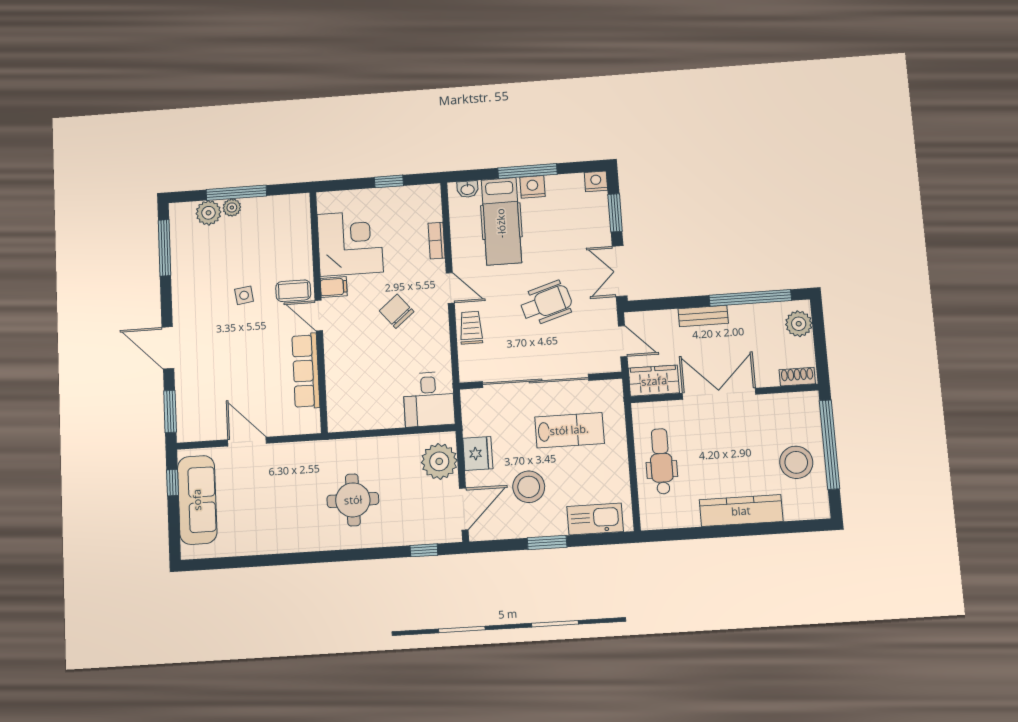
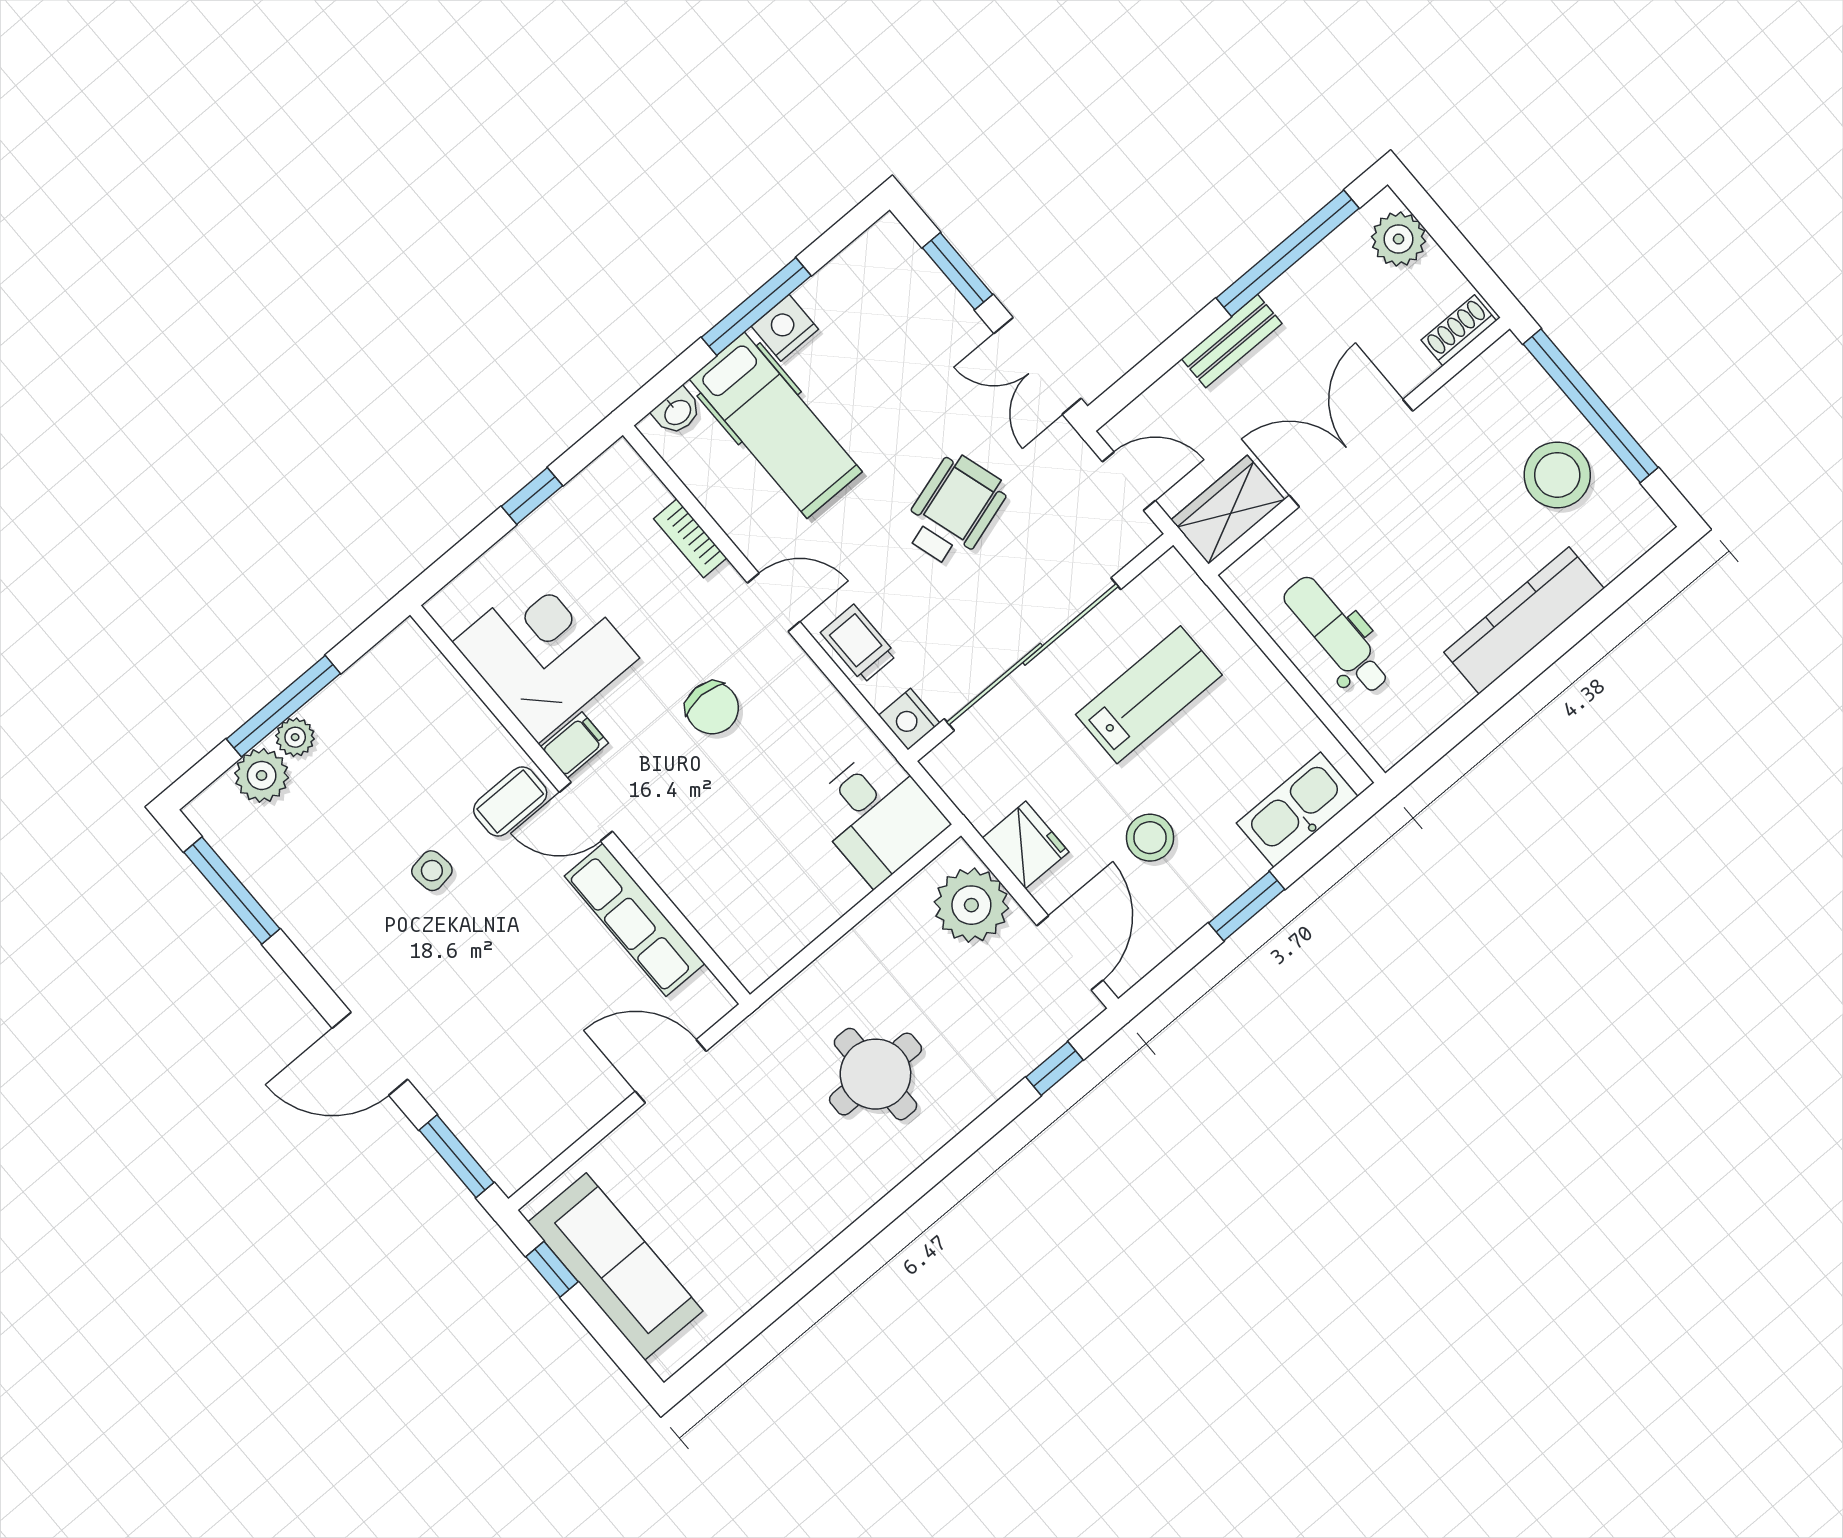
nightstand: (596, 181) -> (909, 719), moved, turned -90
chair: (397, 311) -> (712, 708), turned -140
door: (247, 442) -> (671, 1071), moved
stool: (529, 487) -> (1150, 838), width x0.73, depth x0.73

